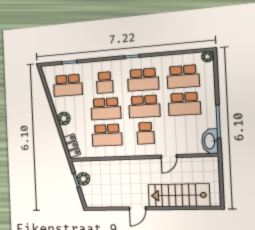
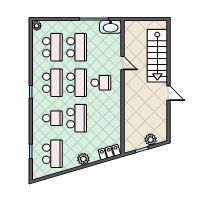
school desk: (107, 135) -> (101, 118), removed
plant: (83, 179) -> (151, 140), moved

